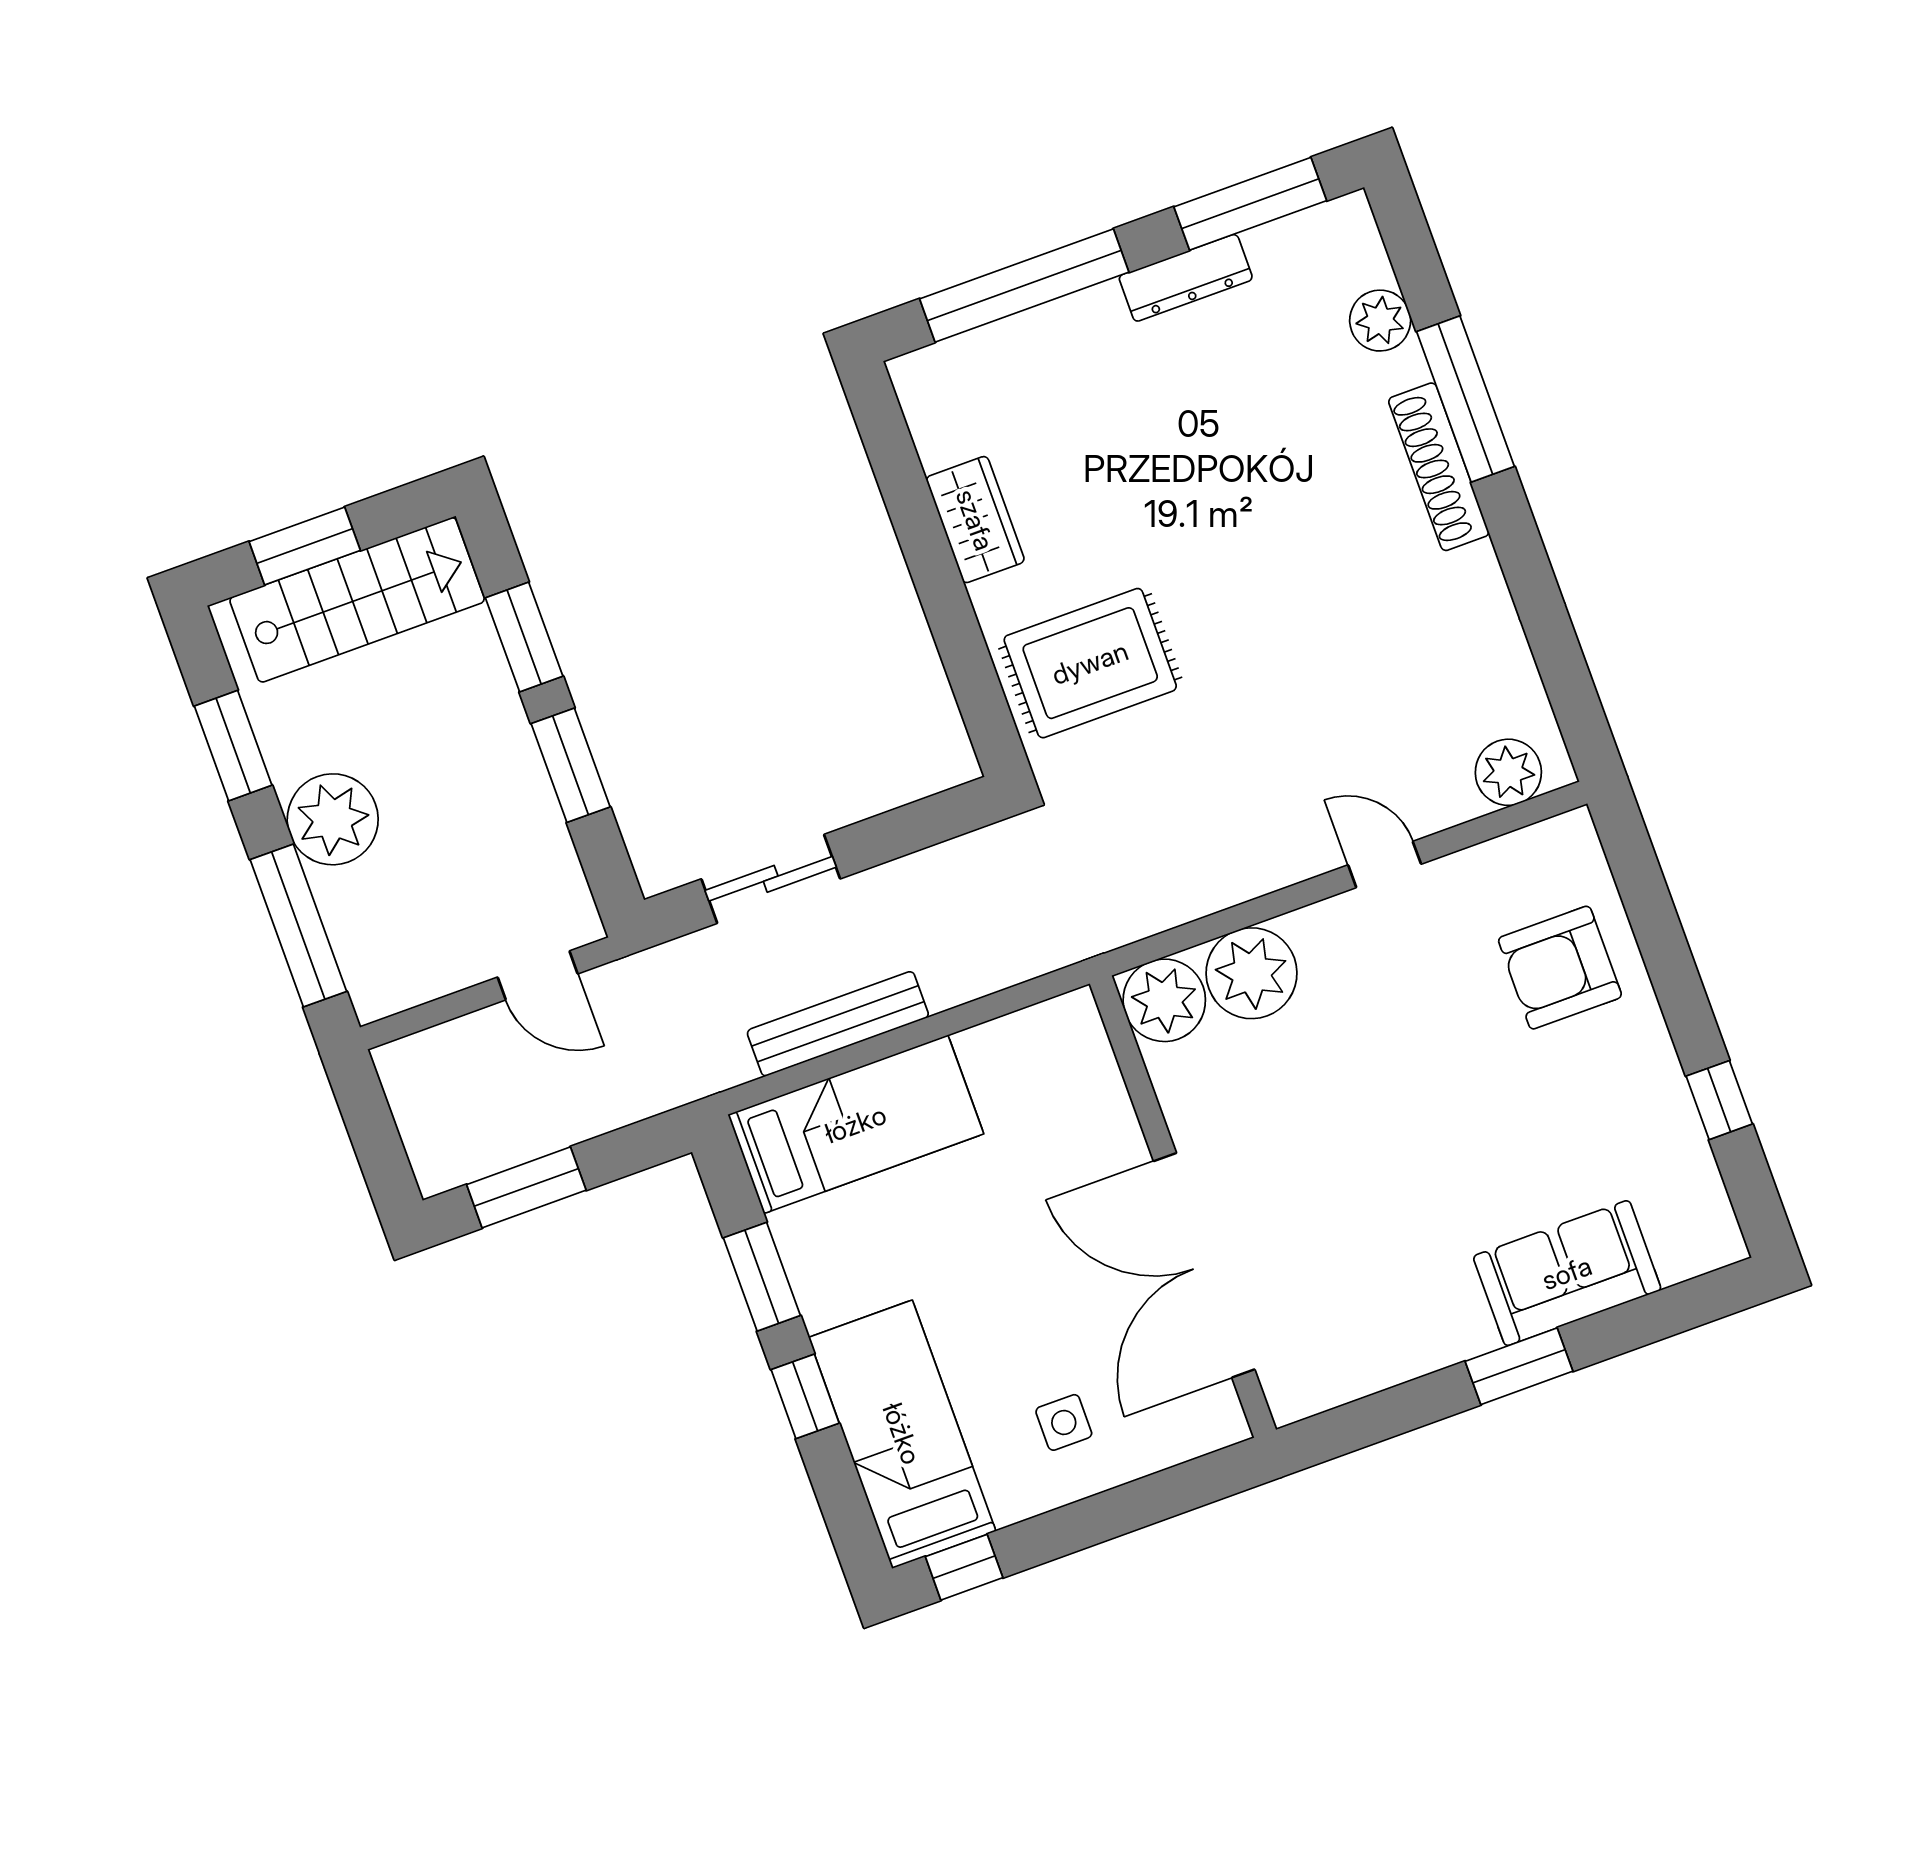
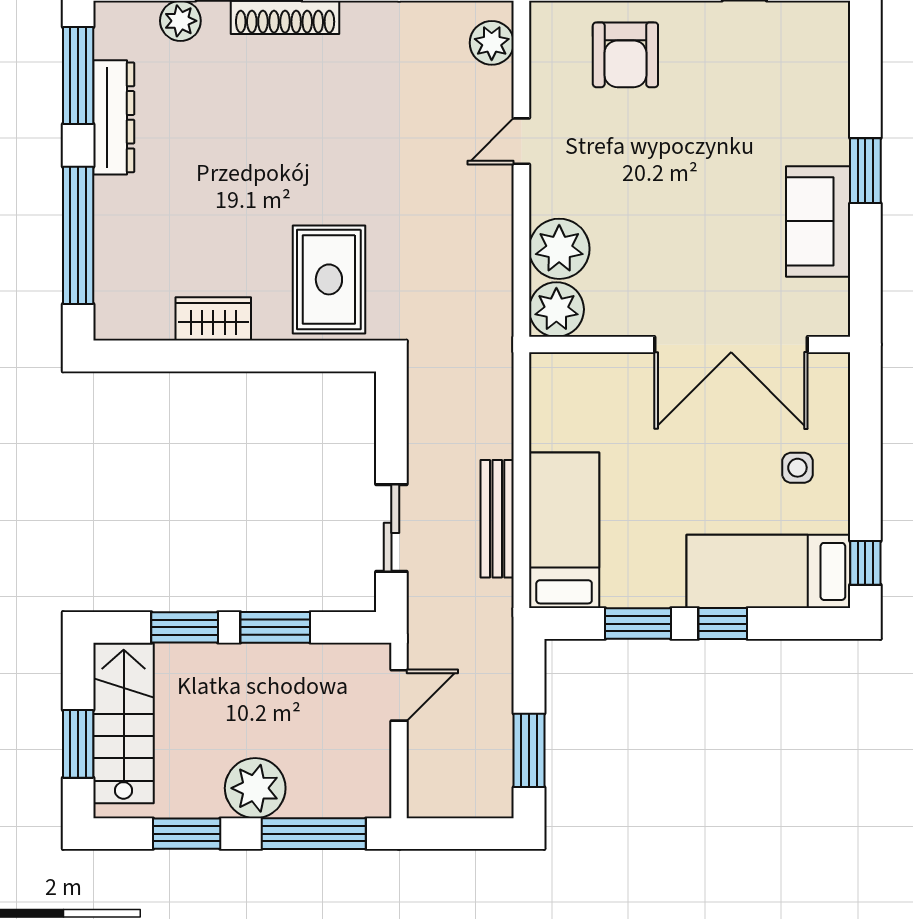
dresser: (1186, 278) -> (114, 117), width x1.37, depth x1.24
sofa: (1567, 1273) -> (818, 221), moved

